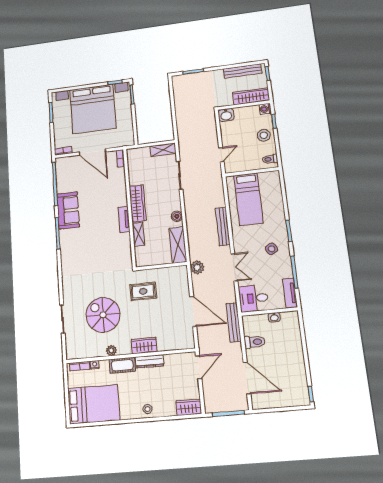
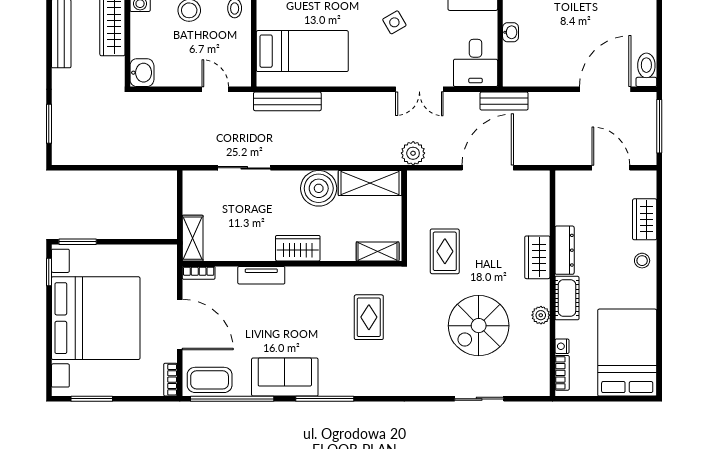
shelving: (163, 150) -> (193, 238), moved
door: (92, 152) -> (180, 325), hinge flipped
coffee table: (64, 171) -> (210, 380), added
wardrobe: (138, 203) -> (298, 248), width x0.67
boiler: (177, 216) -> (319, 188), width x1.86, depth x1.86
tv unit: (124, 219) -> (261, 275), moved
bench: (223, 226) -> (287, 101), moved
shelving: (138, 234) -> (378, 251), moved
rug: (103, 252) -> (369, 317), added
double door: (234, 267) -> (419, 89), swing flipped
bench: (234, 322) -> (504, 101), width x0.73
toilet: (255, 342) -> (646, 70), moved
door: (199, 367) -> (611, 168), moved
wardrobe: (189, 407) -> (645, 219), moved

